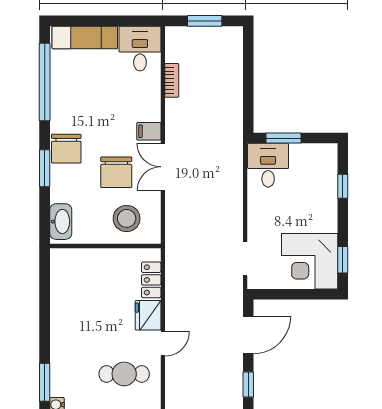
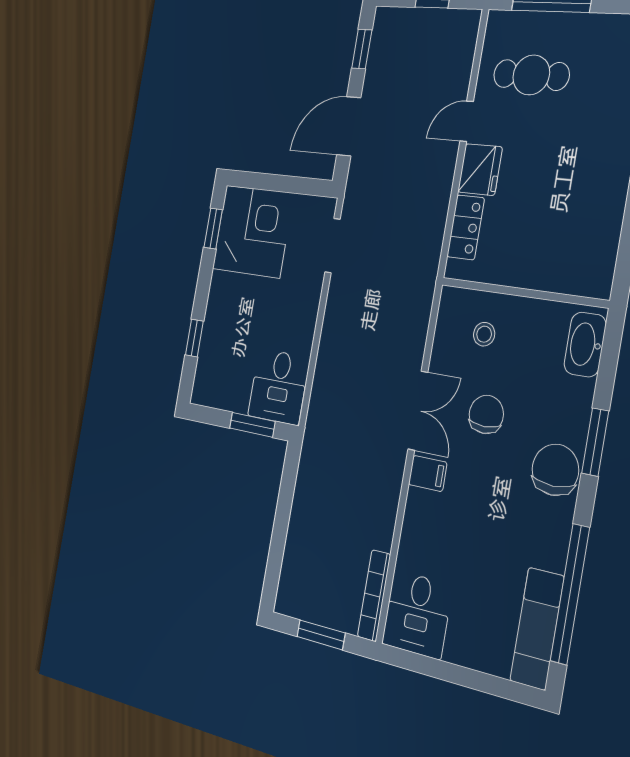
exam couch: (85, 37) -> (537, 629), moved, turned -90
bookcase: (172, 80) -> (374, 596), moved, width x1.56
chair: (116, 172) -> (486, 414), width x0.73, depth x0.73
stool: (127, 218) -> (484, 334), width x0.53, depth x0.53

